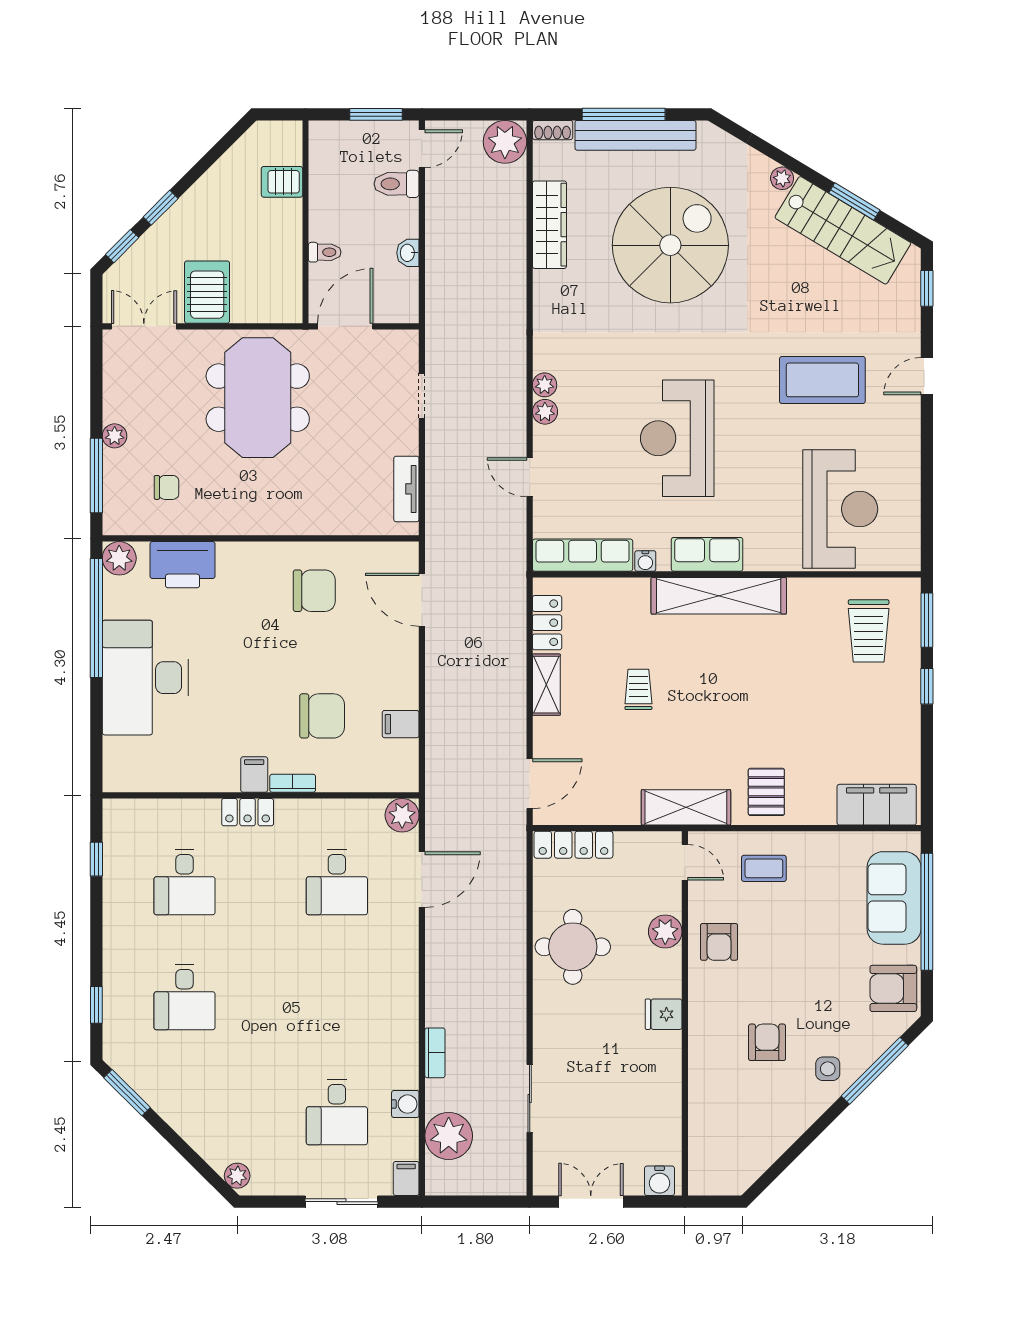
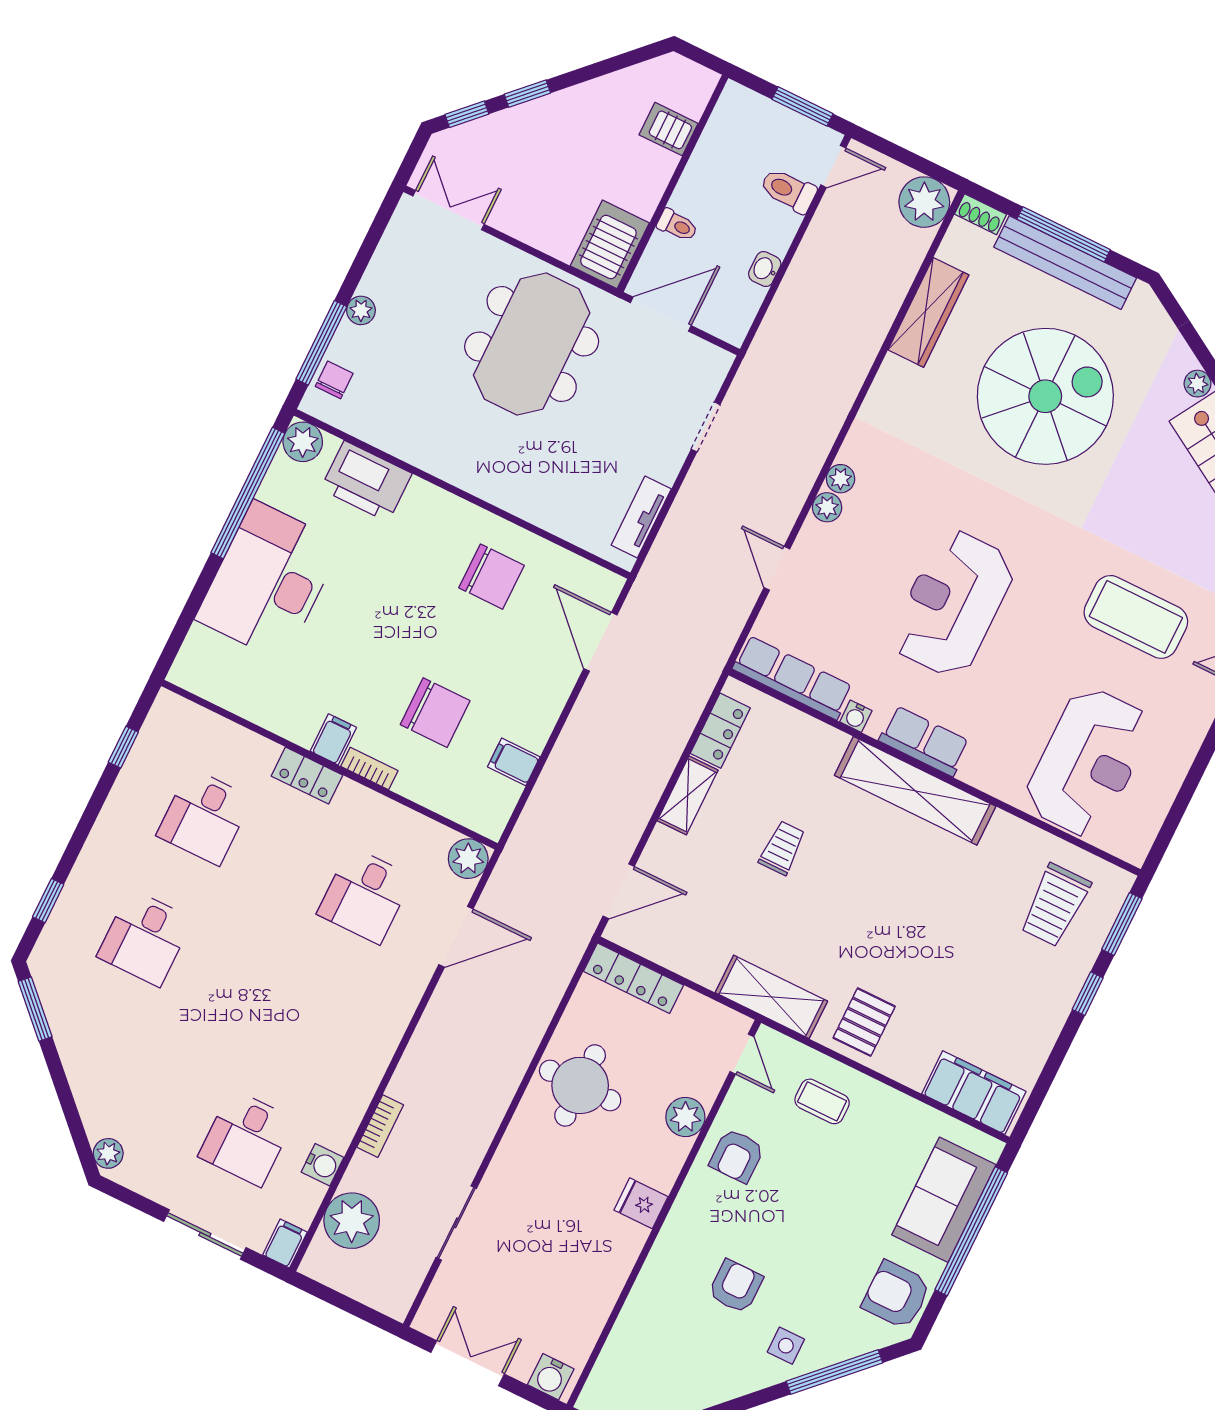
server rack: (207, 292) -> (610, 244), moved
chair: (167, 487) -> (334, 380), moved, turned -90

